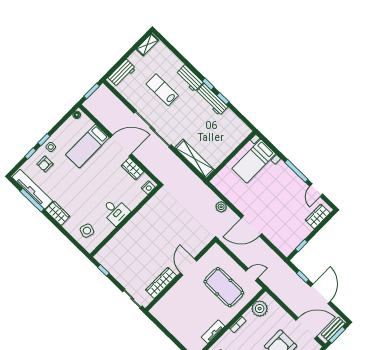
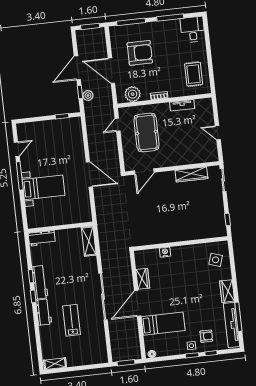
workbench: (122, 73) -> (42, 238), moved, turned 180
lab bench: (162, 90) -> (72, 320), turned 180
door: (121, 146) -> (138, 303), hinge flipped
shelving: (195, 159) -> (89, 241), width x0.68
bed with nightstands: (254, 161) -> (44, 187), moved
nightstand: (148, 188) -> (165, 252), moved
plant: (221, 207) -> (88, 96), moved
desk: (115, 211) -> (182, 257), removed
wardrobe: (318, 216) -> (32, 128), removed
door: (251, 226) -> (89, 174), moved
door: (189, 267) -> (144, 172), moved
door: (252, 275) -> (118, 125), hinge flipped
door: (306, 328) -> (111, 71), moved
bench: (333, 329) -> (89, 33), removed
door: (167, 333) -> (218, 133), added

